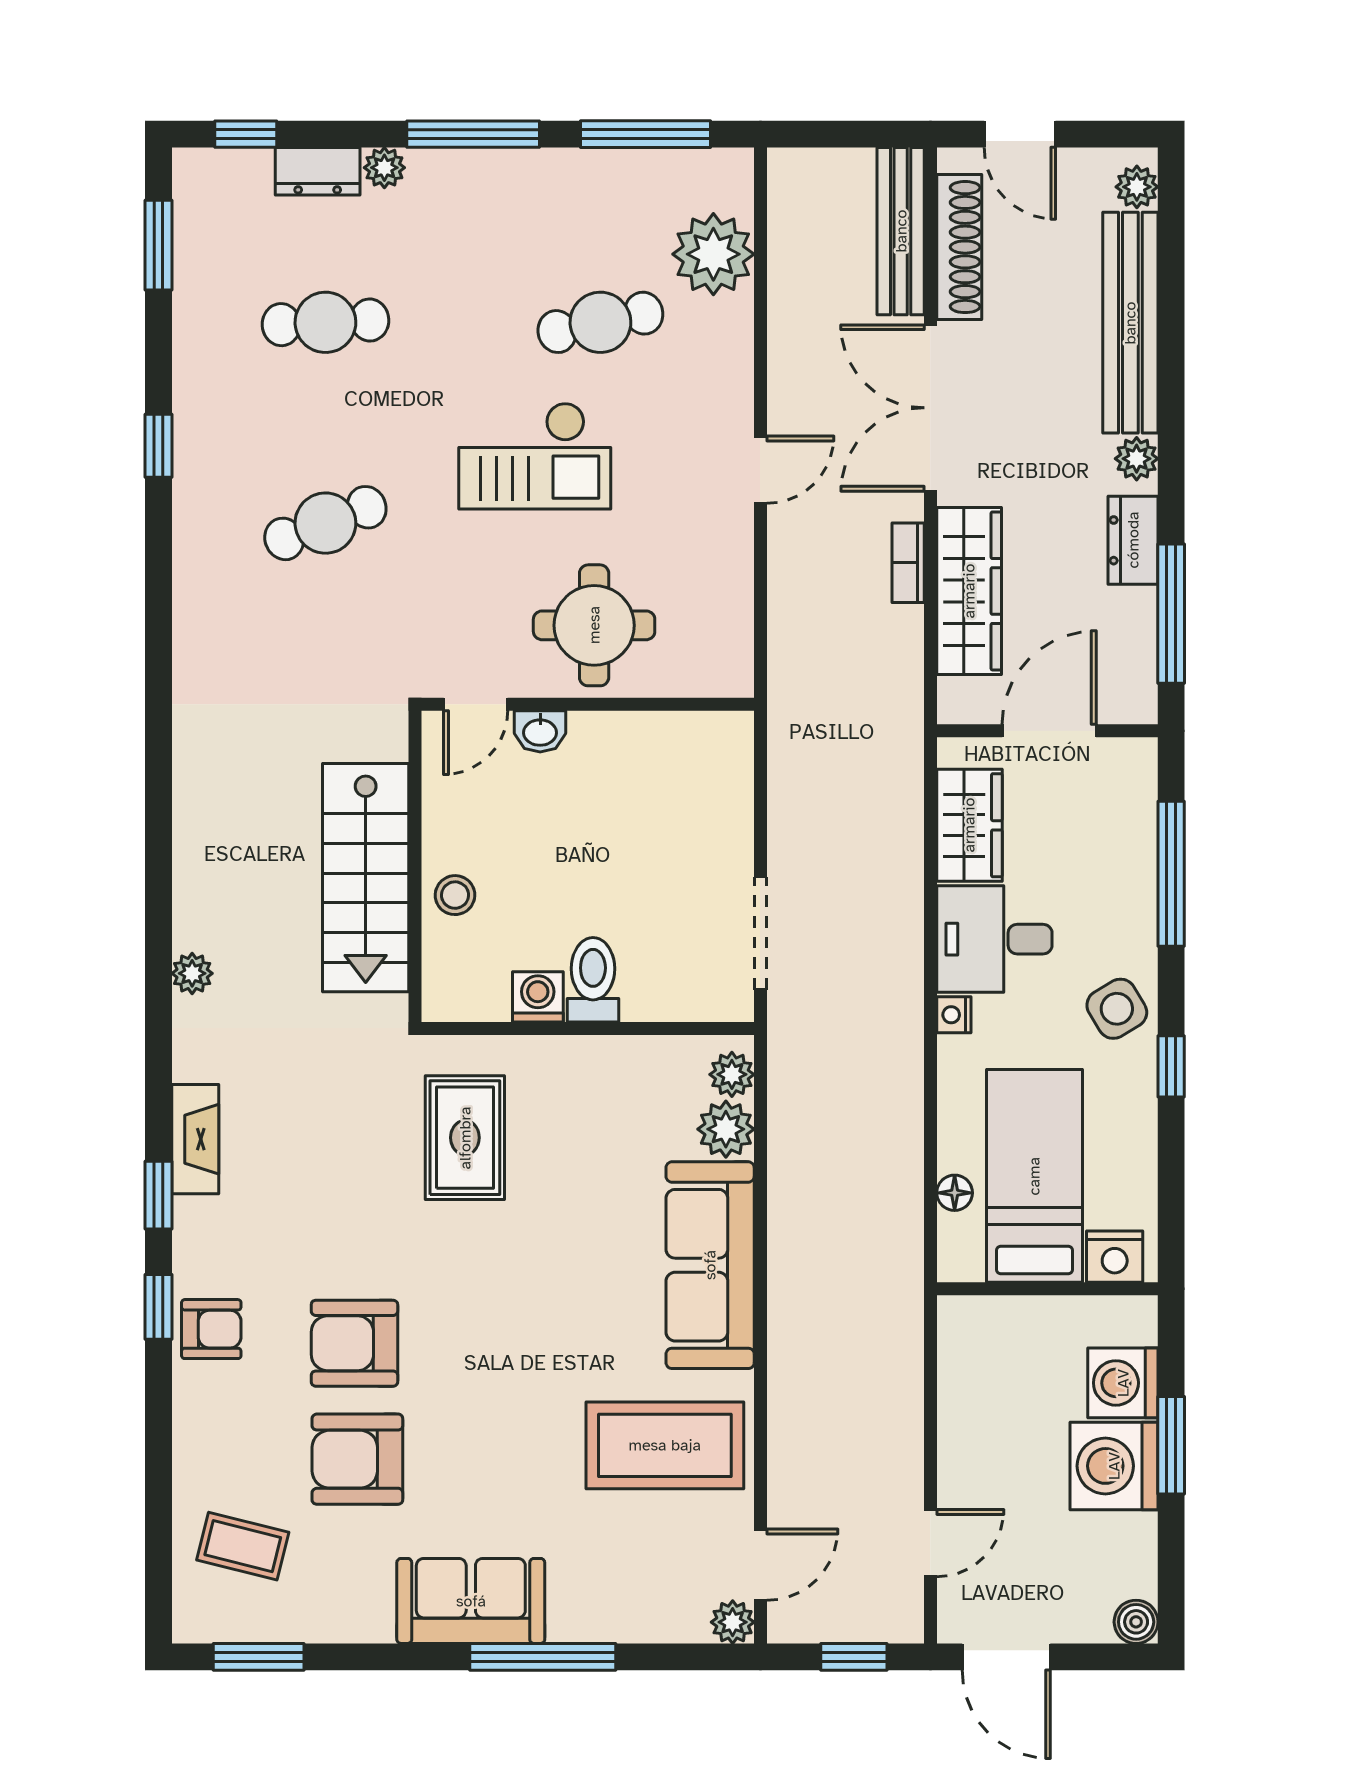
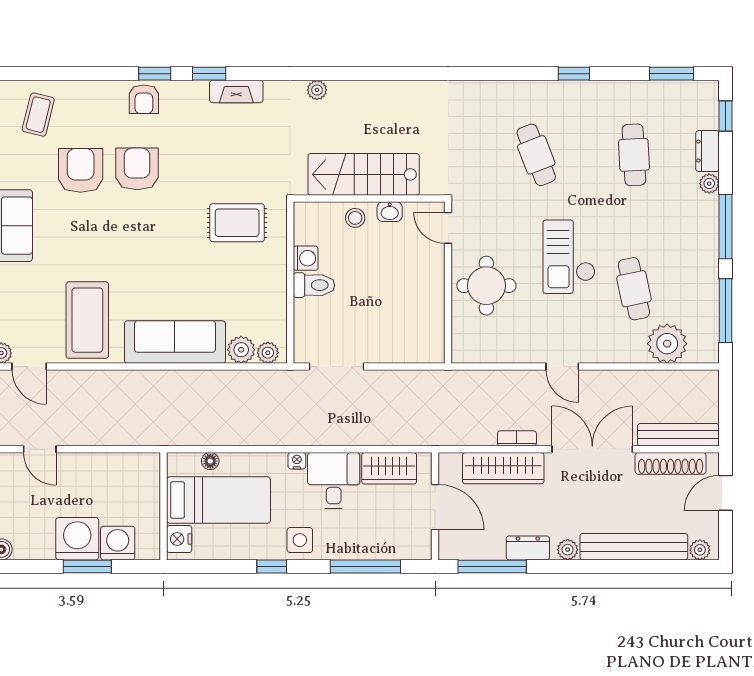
washbasin: (540, 731) -> (390, 212), moved, turned -90
side table: (1117, 1009) -> (300, 540), turned 31

